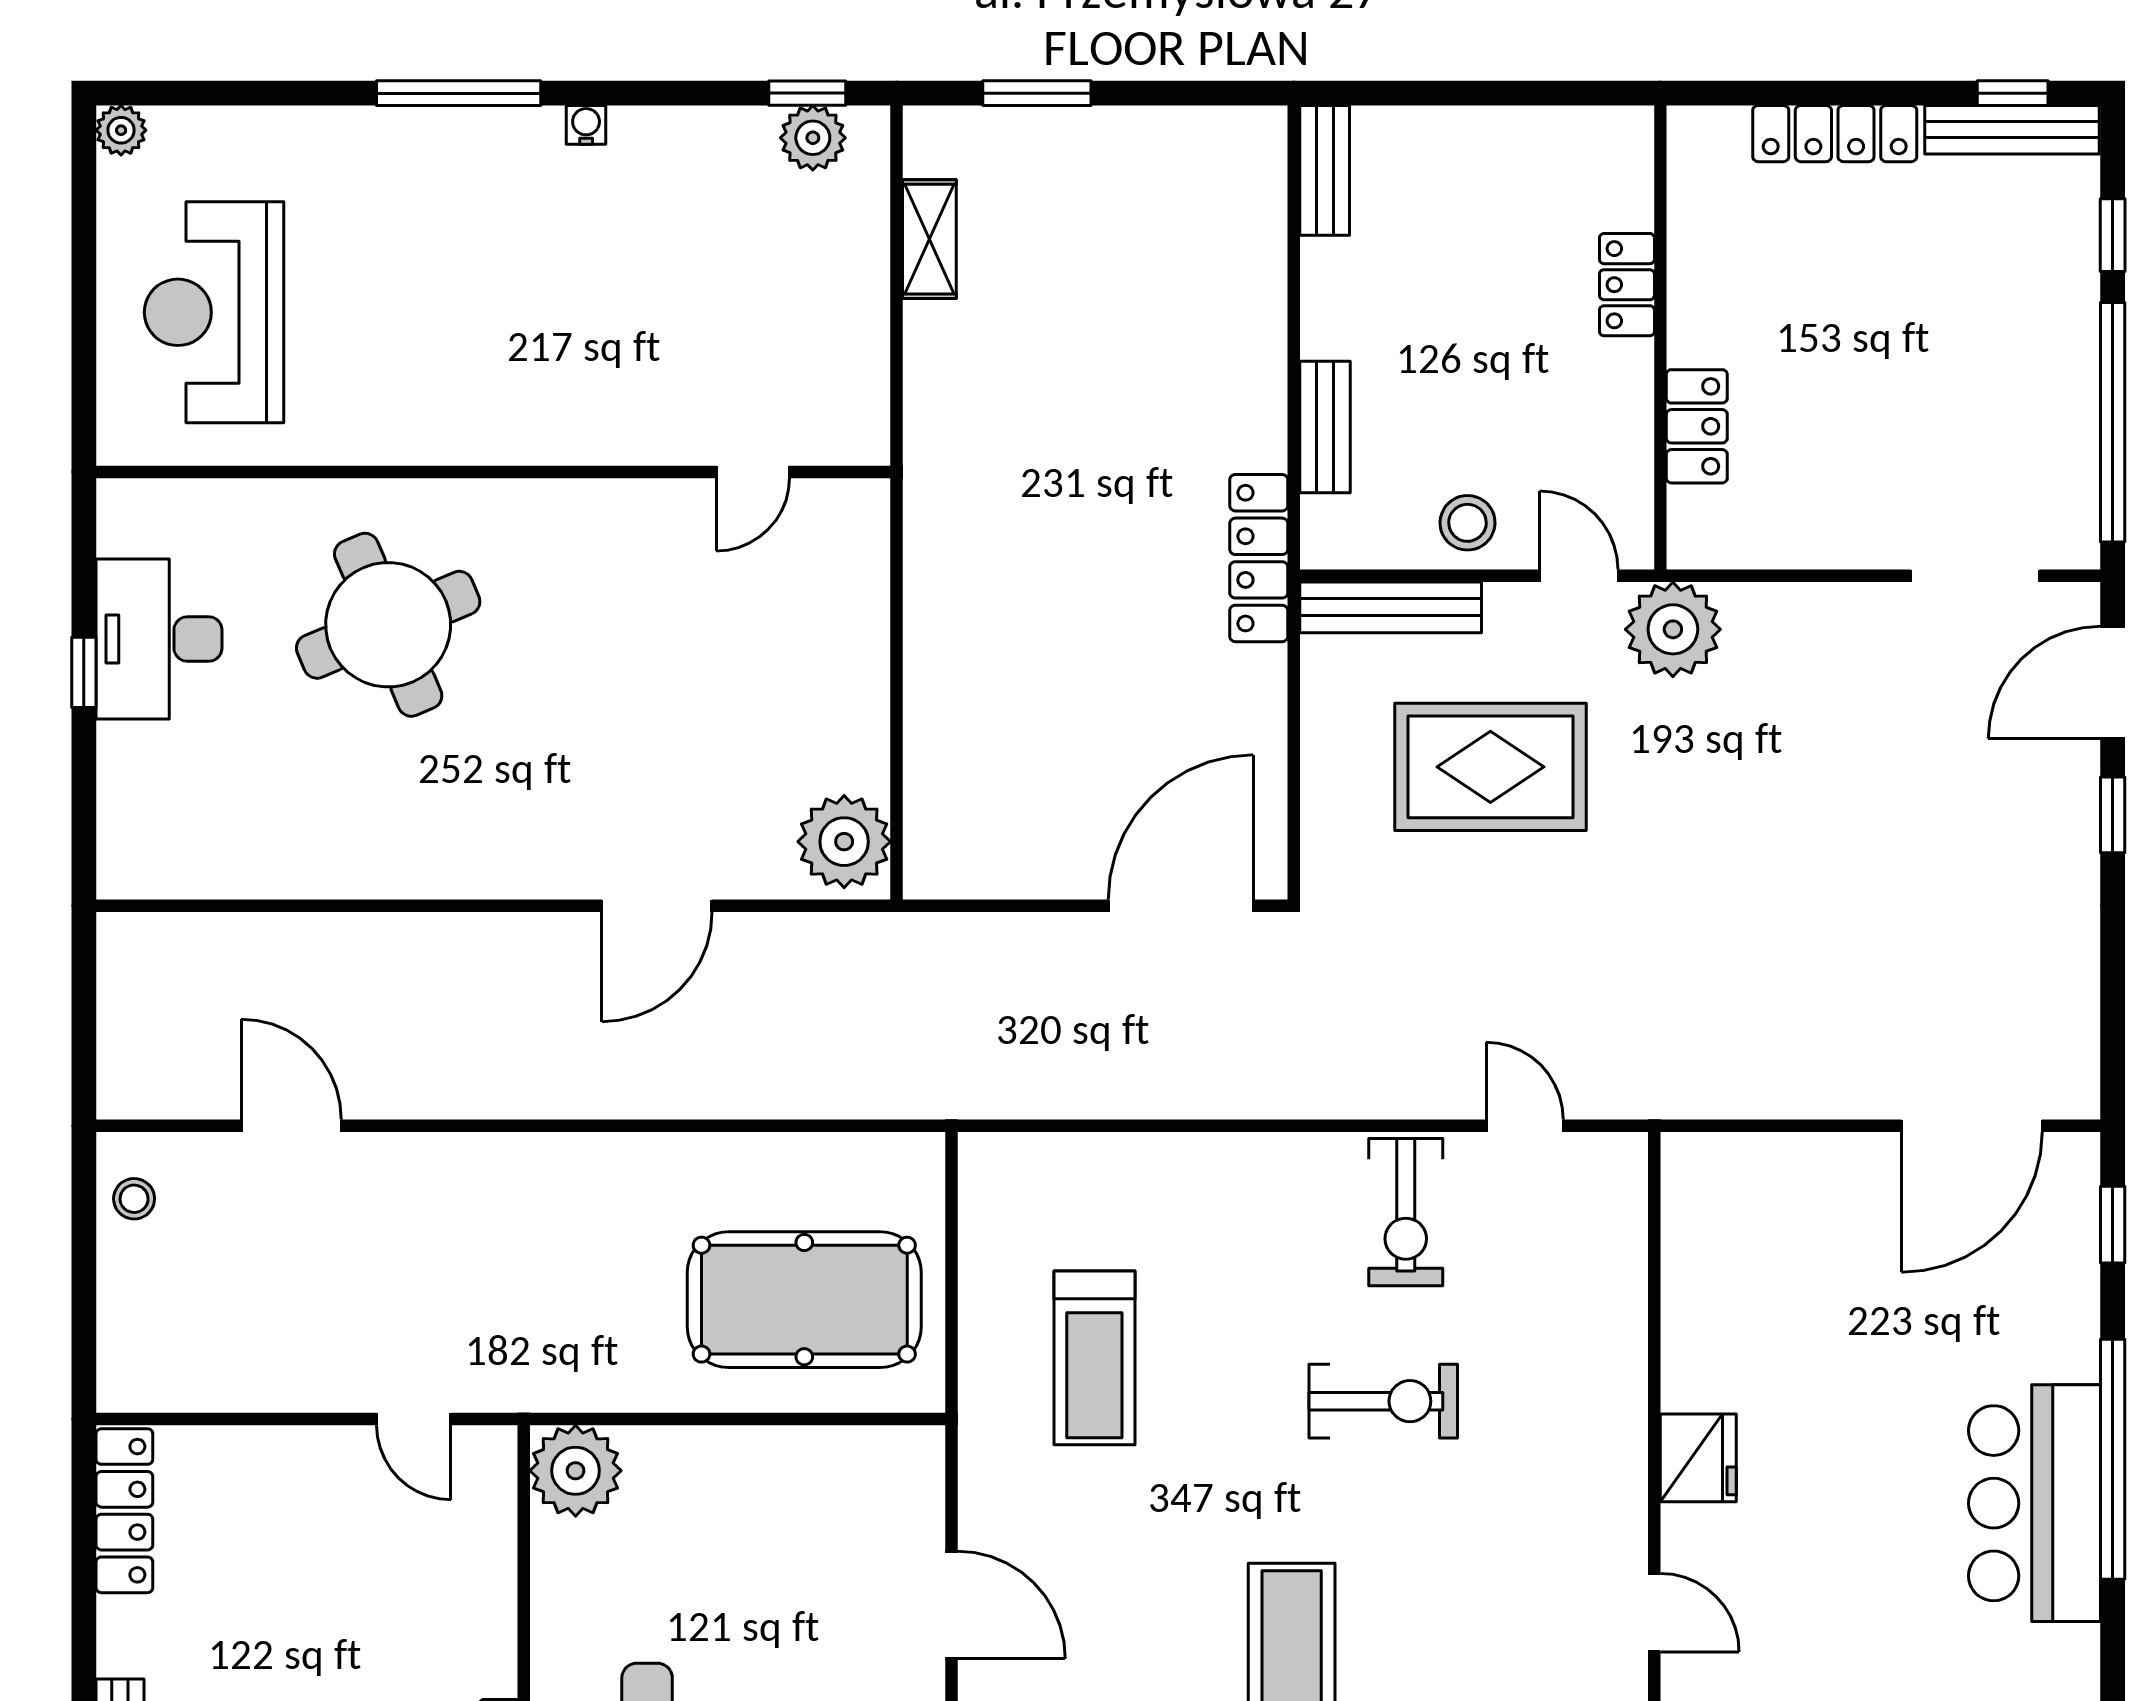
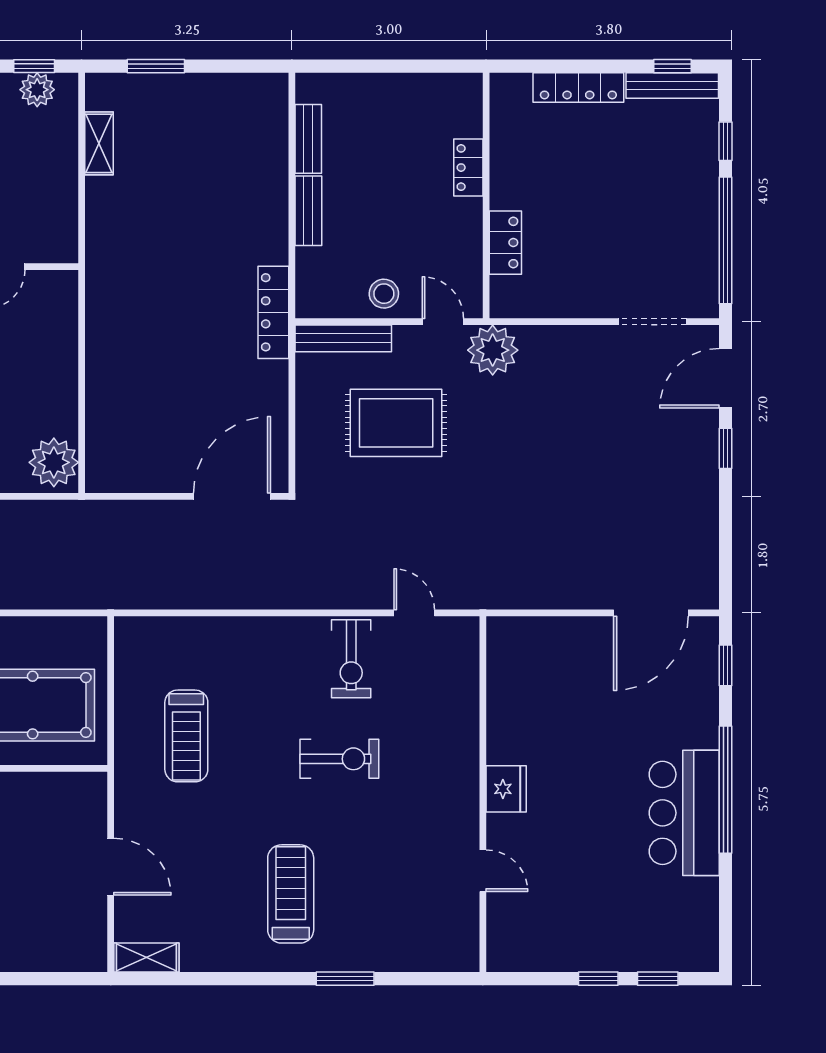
bench: (1325, 170) -> (308, 139), moved
bench: (1325, 427) -> (308, 211), moved

